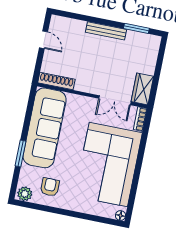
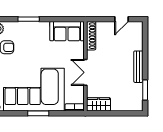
double door: (115, 100) -> (85, 72), moved
sofa: (45, 128) -> (67, 31), width x0.54, depth x0.79
window: (139, 165) -> (38, 113), added

